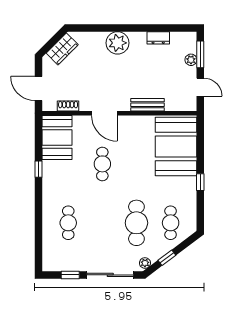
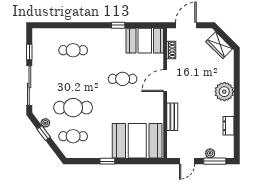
plant: (145, 263) -> (45, 123), moved

